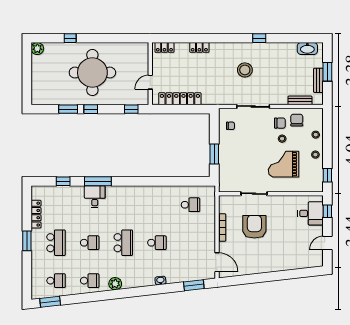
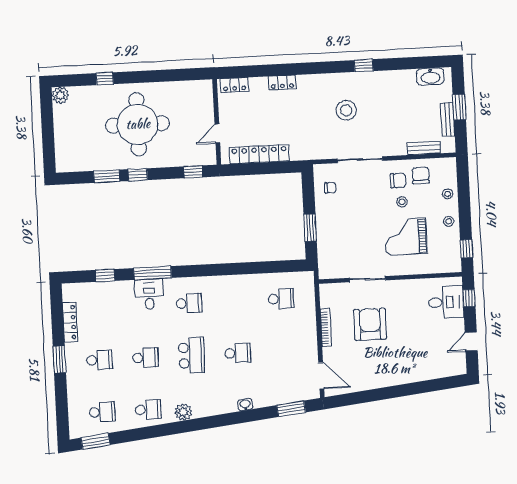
school desk: (123, 205) -> (189, 303), added
school desk: (56, 243) -> (99, 360), width x0.54

